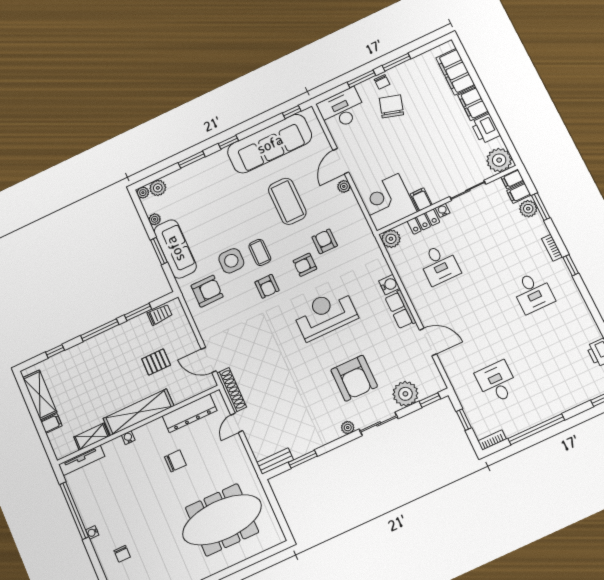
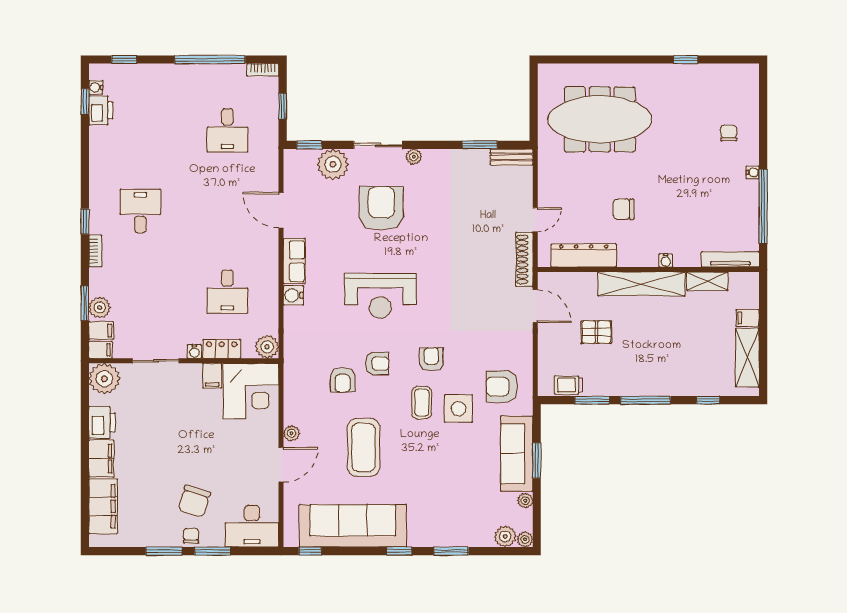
desk: (439, 264) -> (227, 292), turned 180

